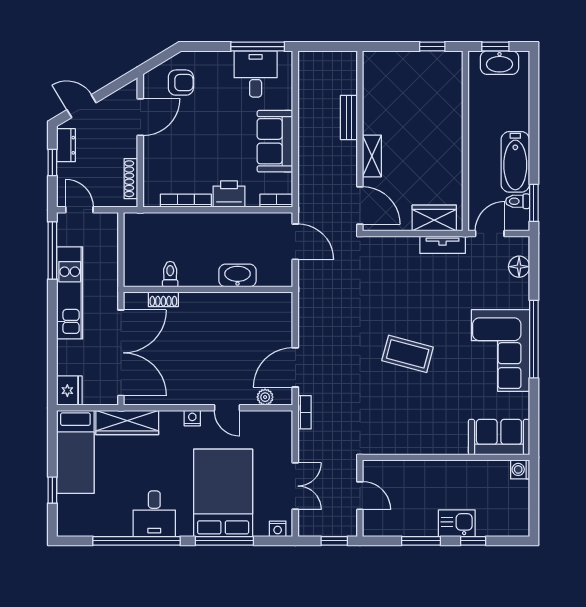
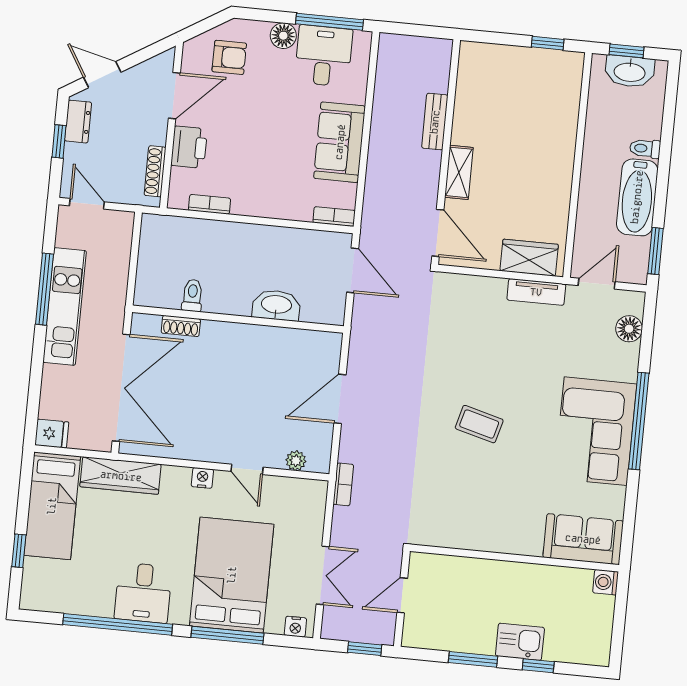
floor lamp: (222, 61) -> (283, 36), added
printer: (229, 194) -> (189, 147), moved, turned 90
bookcase: (186, 201) -> (210, 204), width x0.64
toilet: (518, 201) -> (645, 149), moved
window: (52, 250) -> (44, 289), moved
coffee table: (408, 354) -> (479, 424), width x0.73, depth x0.77
door: (295, 367) -> (340, 399), moved
fridge: (69, 391) -> (52, 434), width x0.72
door: (360, 496) -> (402, 595), swing flipped

